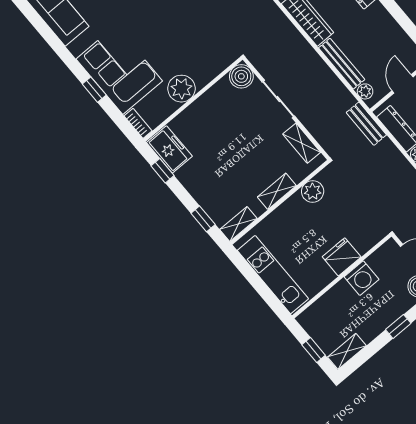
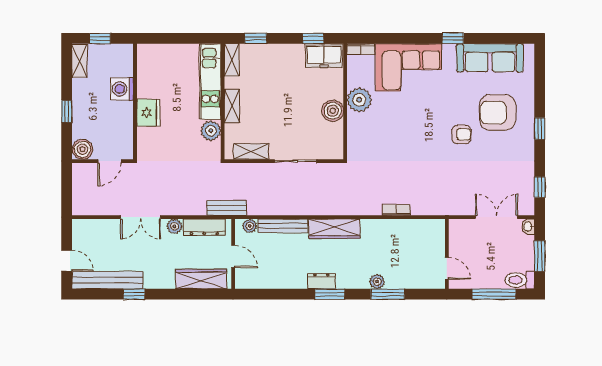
boiler: (241, 76) -> (333, 111), moved
window: (94, 90) -> (453, 38), moved
kitchen unit: (273, 275) -> (210, 82), moved, turned 90
washing machine: (362, 278) -> (122, 89), moved

